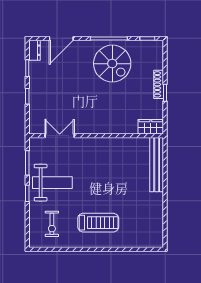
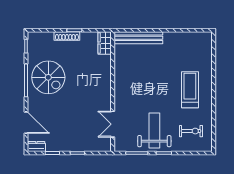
spiral stairs: (112, 64) -> (48, 77), turned 90

